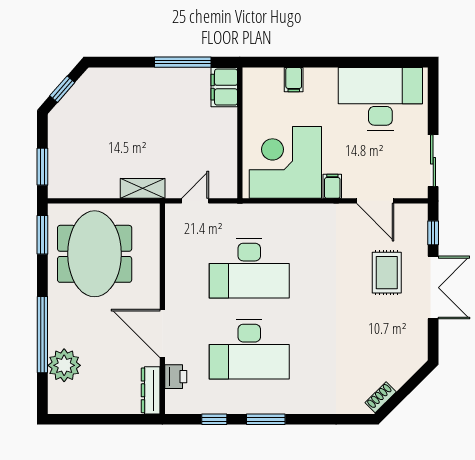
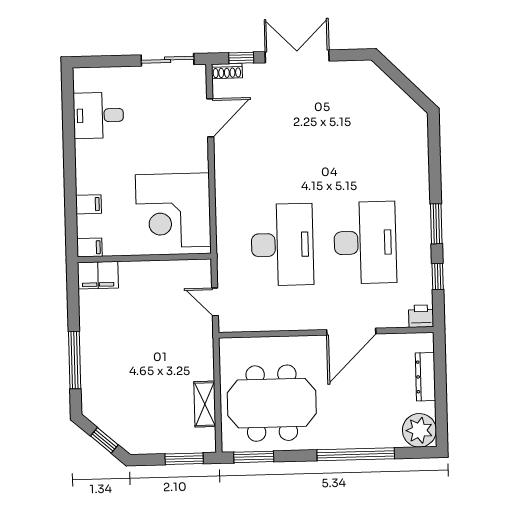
window: (183, 62) -> (75, 360), moved
desk: (380, 99) -> (98, 115), width x0.53, depth x0.77
filing cabinet: (332, 186) -> (90, 247), moved, turned 180
shelving: (143, 188) -> (205, 404), moved
rug: (387, 273) -> (283, 104), removed
plant: (64, 365) -> (419, 430), moved
printer: (176, 377) -> (421, 316), moved
dresser: (151, 390) -> (425, 377), moved, turned 90
shoe rack: (381, 397) -> (227, 71), moved, turned -45

